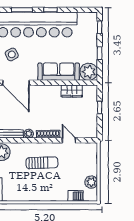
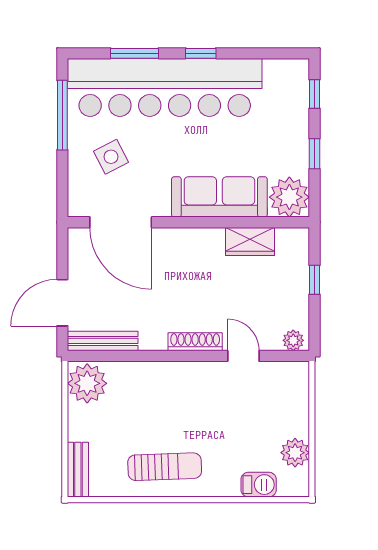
plant: (29, 134) -> (293, 340), moved
sun lounger: (42, 163) -> (165, 467), moved

